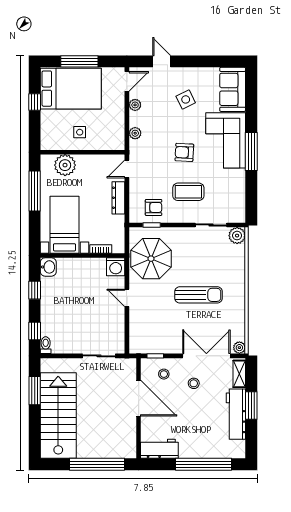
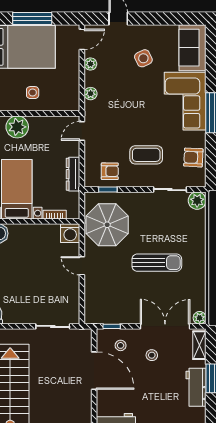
armchair: (184, 152) -> (193, 157), moved
dresser: (118, 198) -> (73, 174), moved
workbench: (236, 414) -> (196, 387), width x0.73

